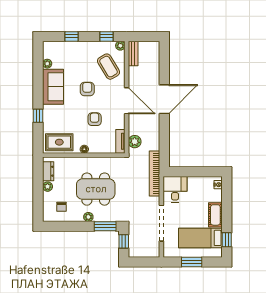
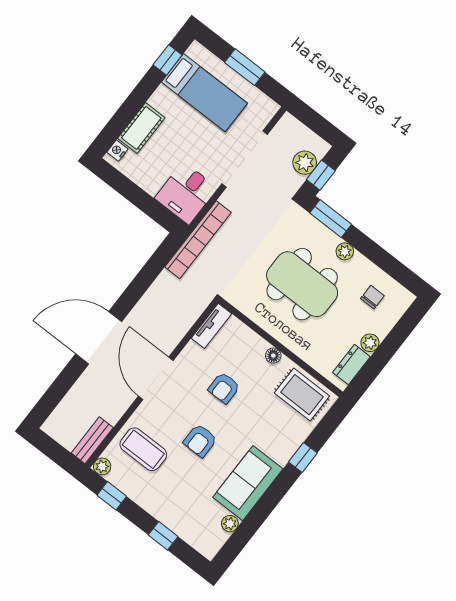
coffee table: (108, 67) -> (143, 449), turned -59
plant: (135, 142) -> (305, 163), moved
cot: (215, 215) -> (141, 128), moved

